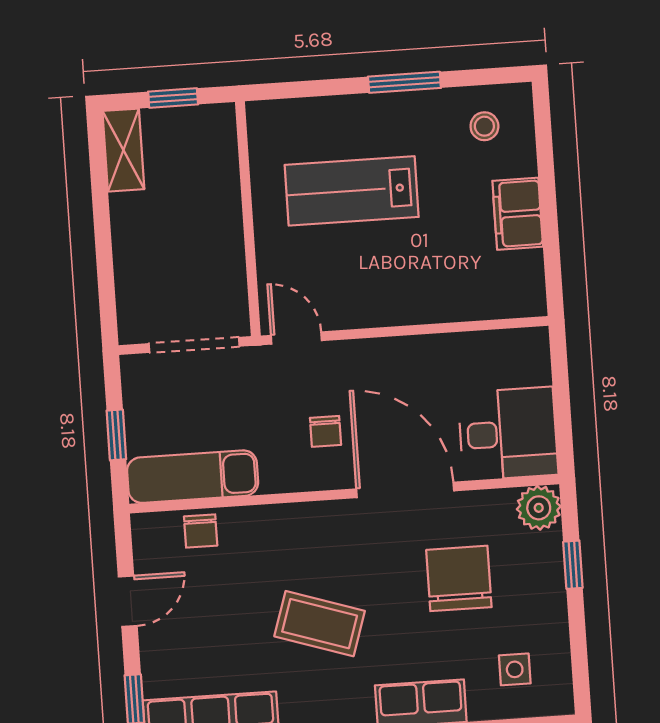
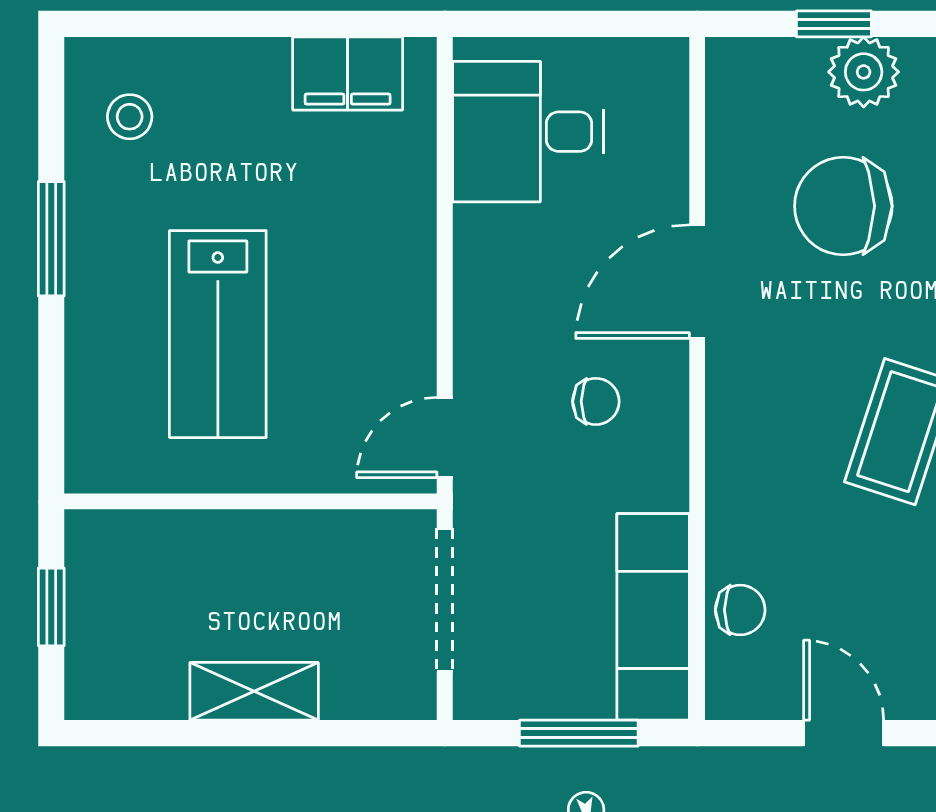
shelving: (123, 150) -> (254, 691), moved
filing cabinet: (518, 214) -> (348, 73), moved
desk: (508, 434) -> (528, 132), moved, turned -90
window: (116, 435) -> (579, 733), width x1.50
door: (405, 490) -> (697, 282), width x0.73
plant: (539, 508) -> (864, 72), moved

